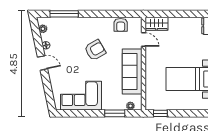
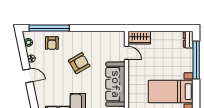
window: (64, 14) -> (49, 28), width x1.46
armchair: (121, 25) -> (52, 43), moved

